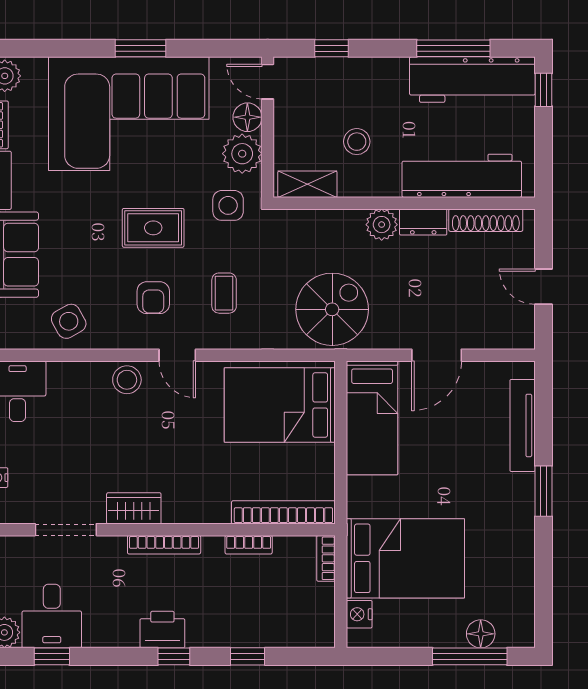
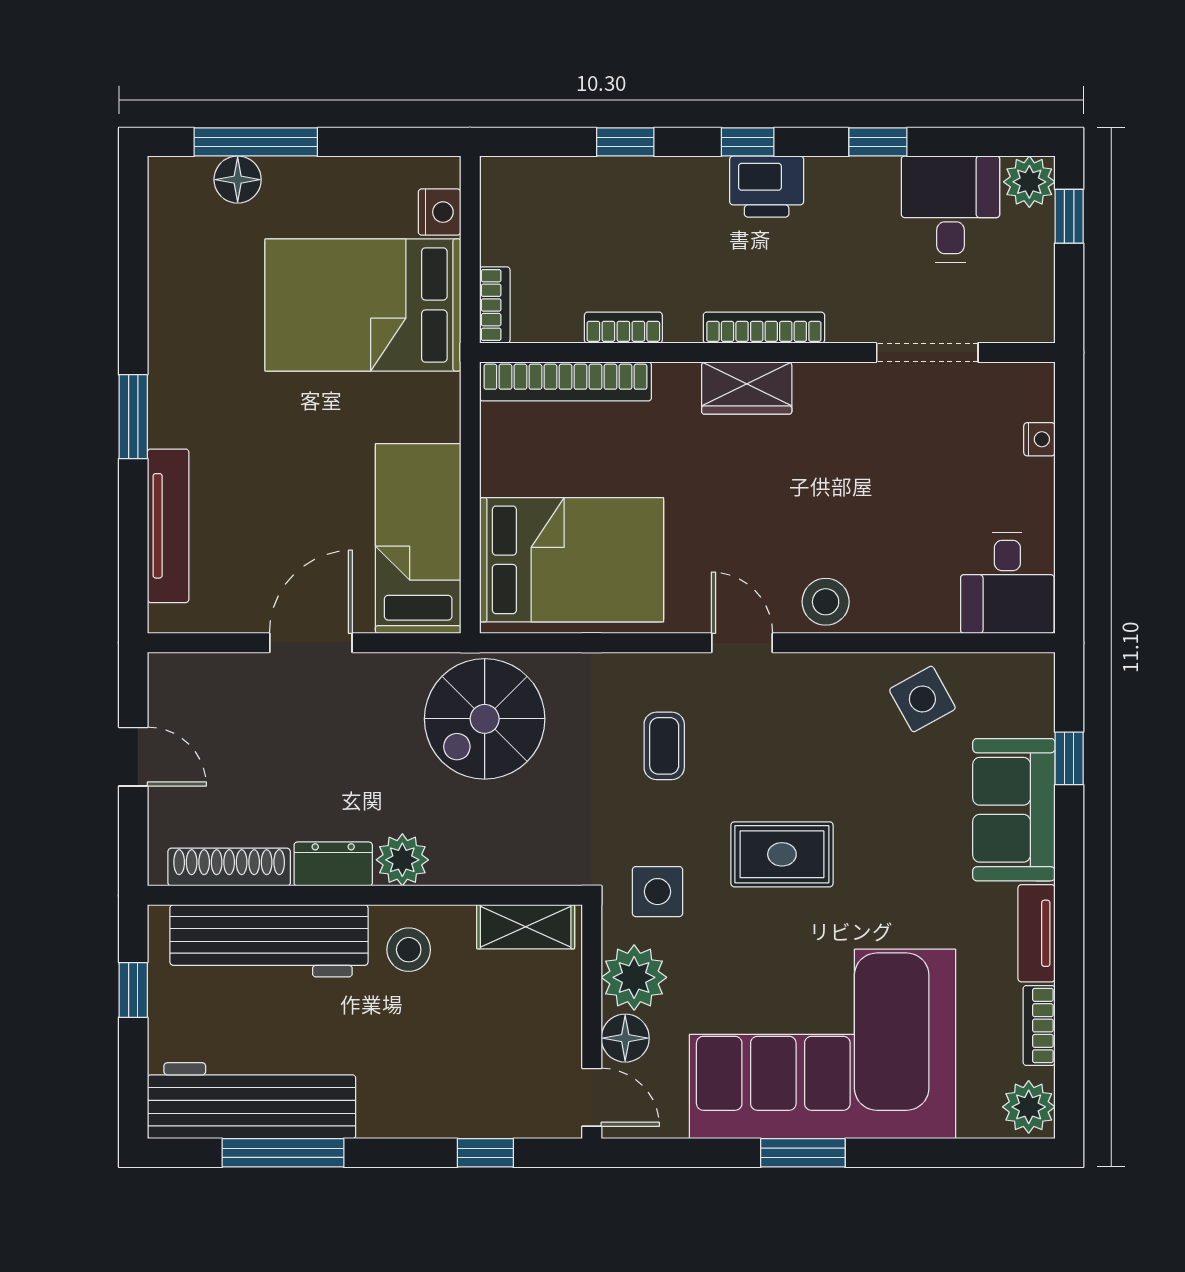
window: (543, 90) -> (133, 990), moved
stool: (357, 142) -> (409, 950), moved
armchair: (153, 298) -> (782, 738), removed
wardrobe: (134, 508) -> (747, 388), moved
window: (52, 656) -> (878, 142), moved

